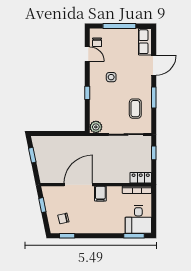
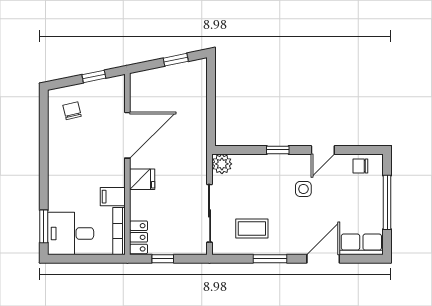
door: (87, 54) -> (323, 150), moved
door: (154, 65) -> (323, 259), swing flipped
window: (154, 153) -> (163, 259), moved
fridge: (105, 176) -> (142, 179), added
door: (78, 185) -> (127, 135), hinge flipped
filing cabinet: (100, 194) -> (113, 197), moved
window: (67, 236) -> (44, 117), removed

